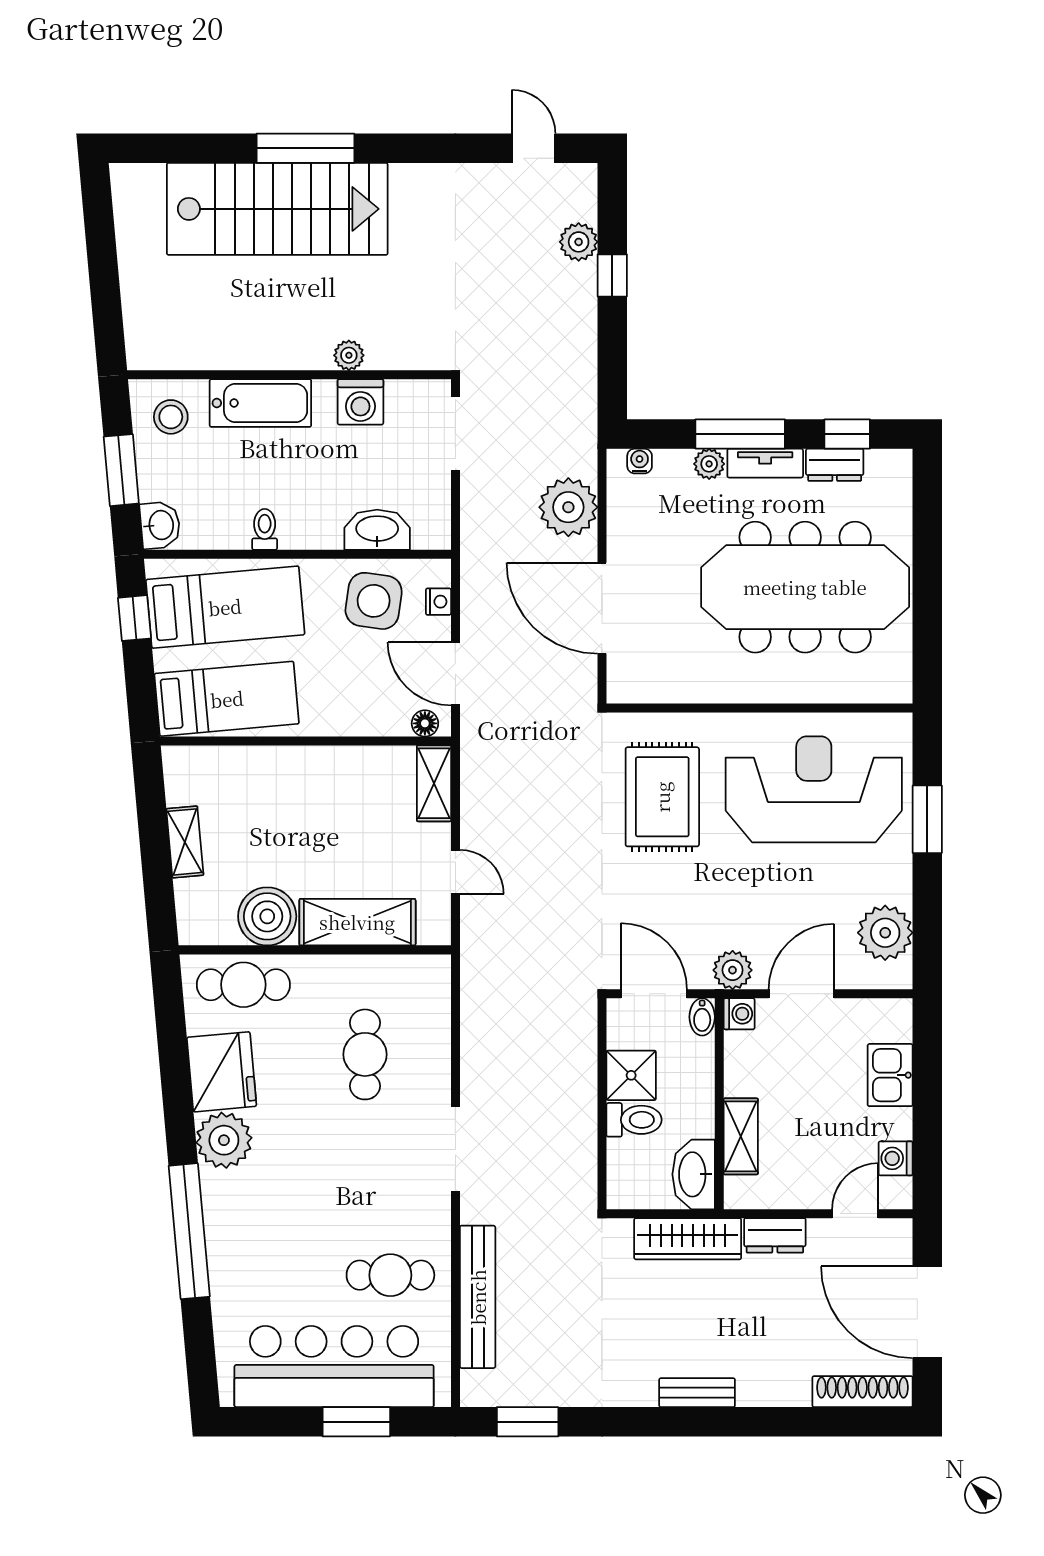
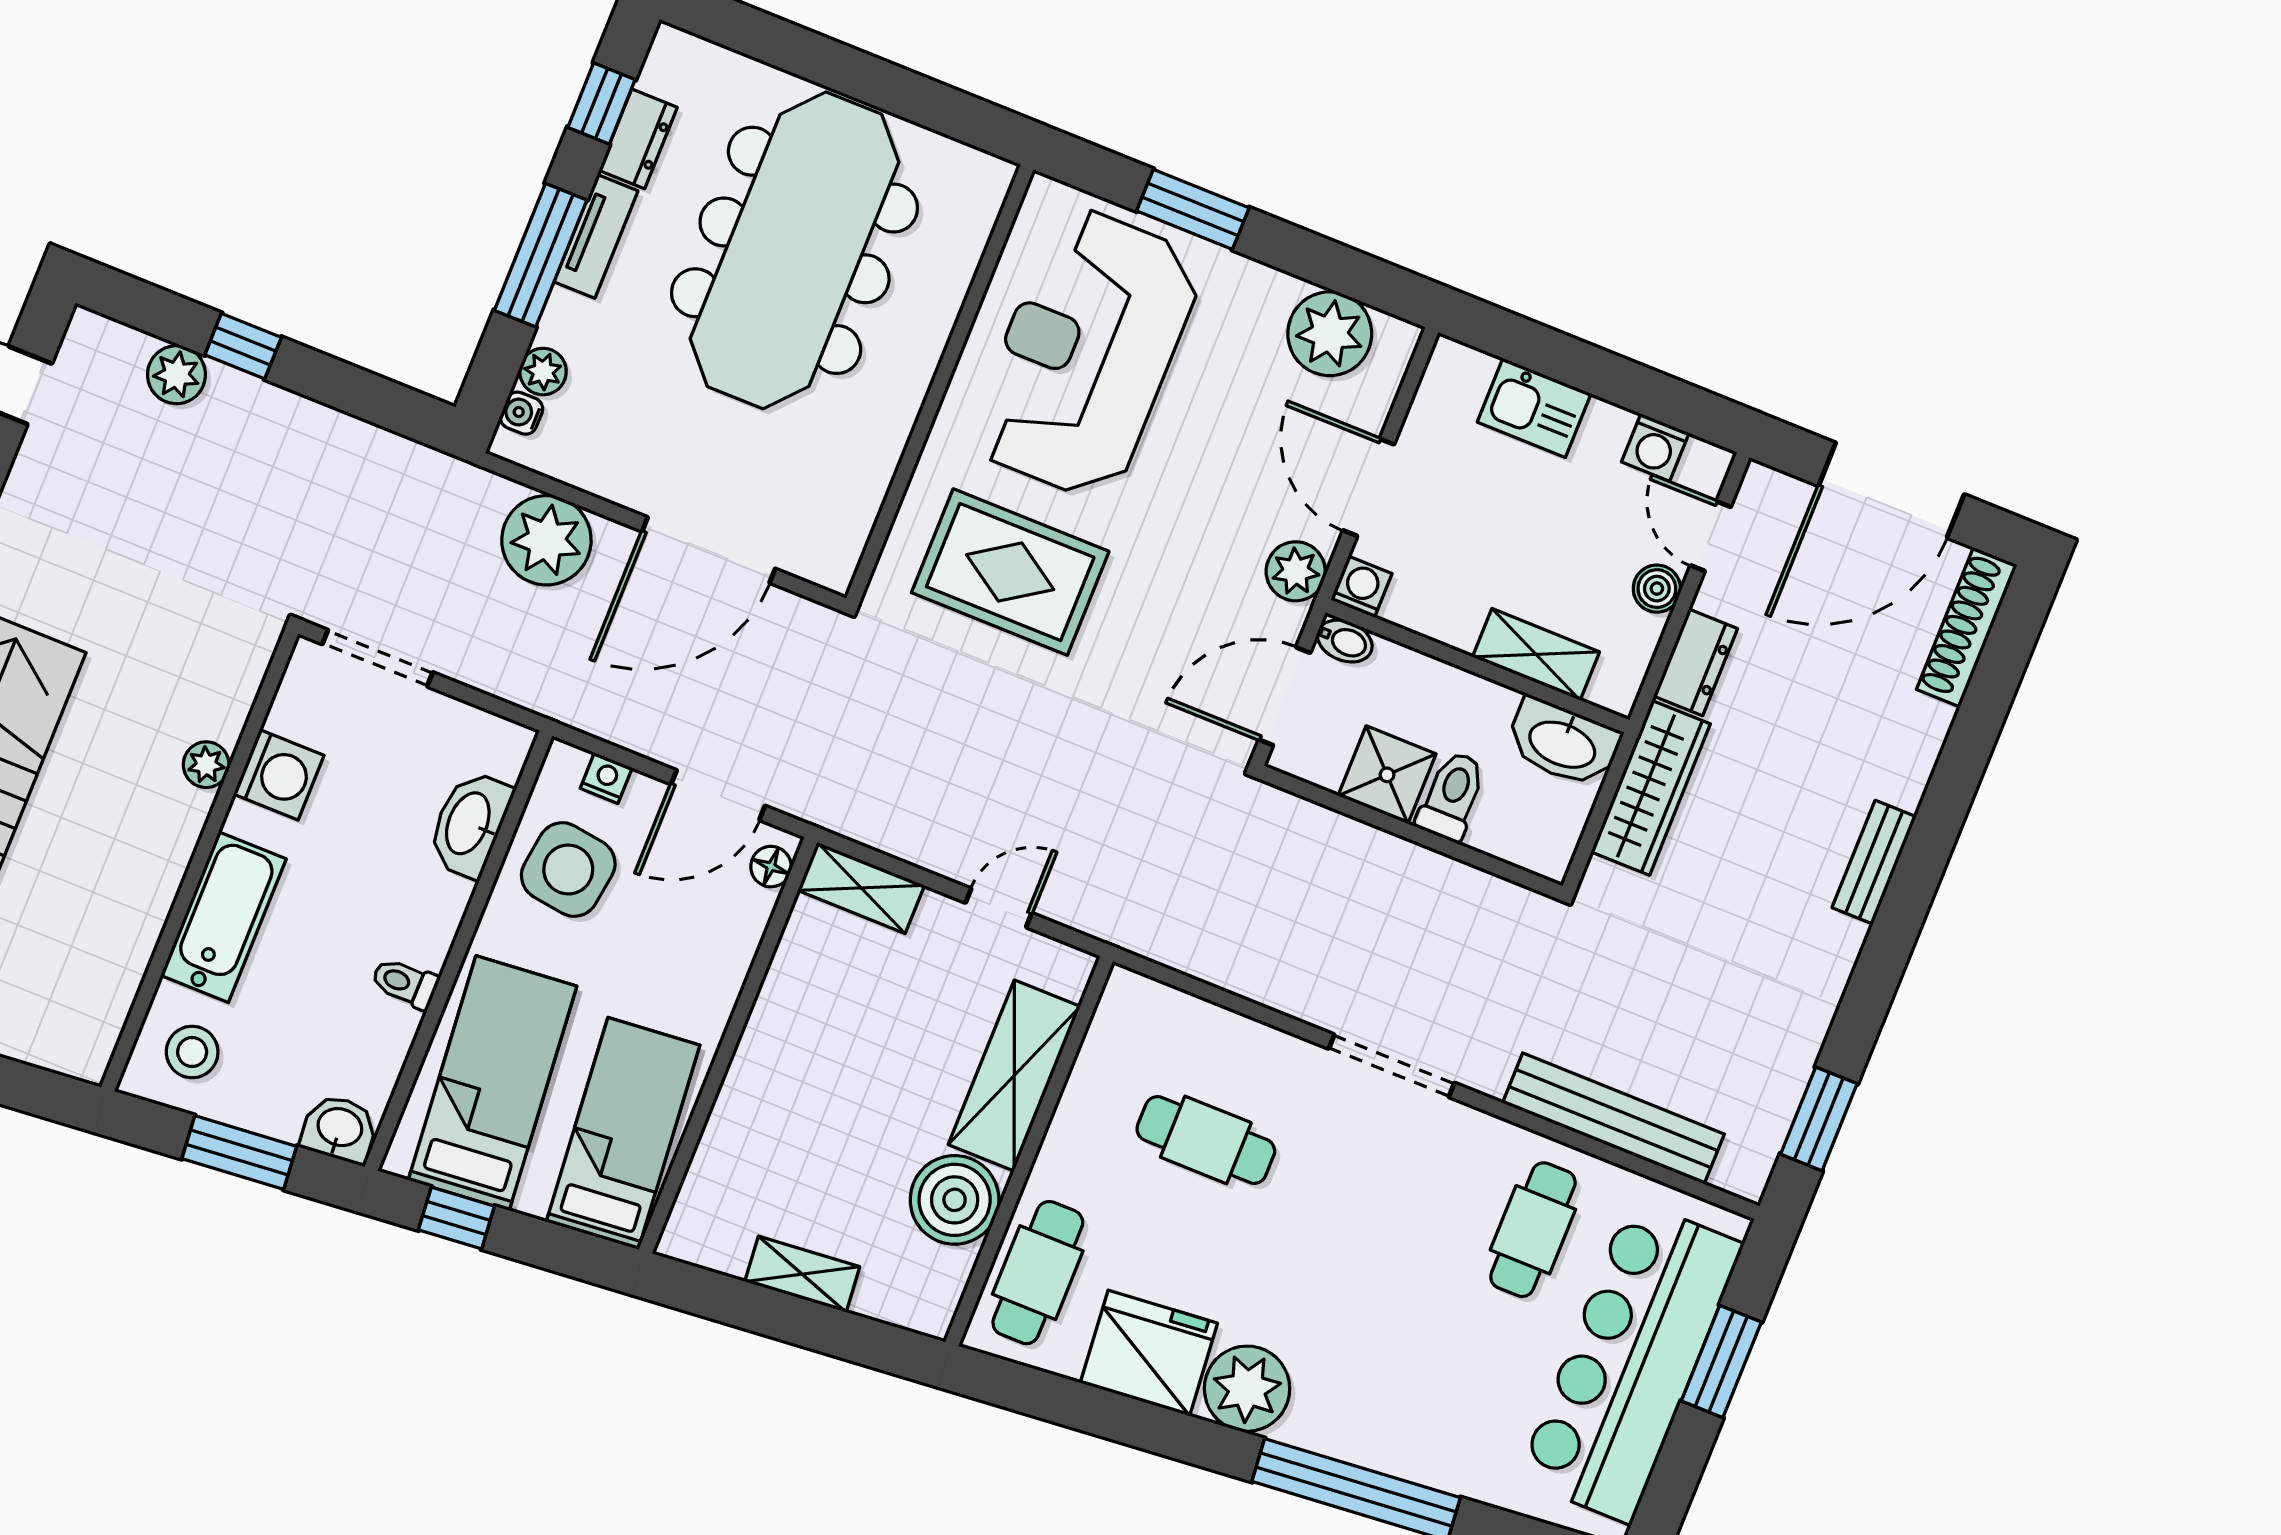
plant: (709, 464) -> (543, 372), moved
boiler: (810, 1194) -> (1657, 589), added

